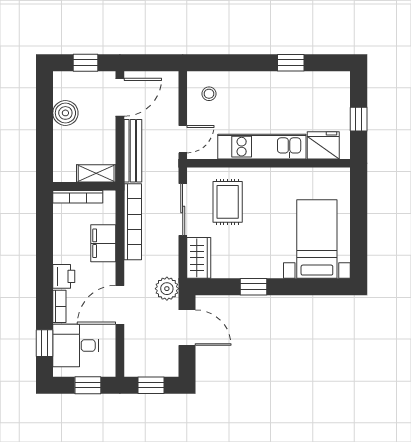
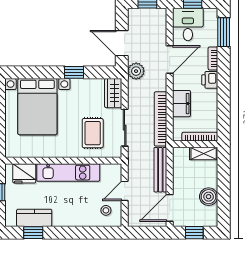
window: (291, 63) -> (33, 233), moved
kitchen counter: (309, 83) -> (34, 218), added
door: (183, 139) -> (125, 191), moved
shelving: (96, 173) -> (204, 154), moved
bed with nightstands: (317, 239) -> (37, 107), width x1.36
window: (44, 343) -> (224, 32), width x1.50
desk: (76, 346) -> (188, 24), moved, turned -90

